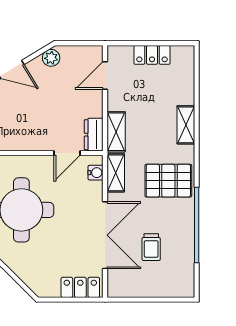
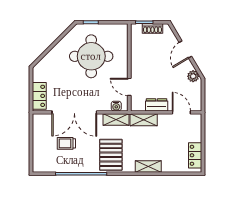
locker: (152, 55) -> (195, 155), moved
dresser: (94, 135) -> (157, 105), moved

